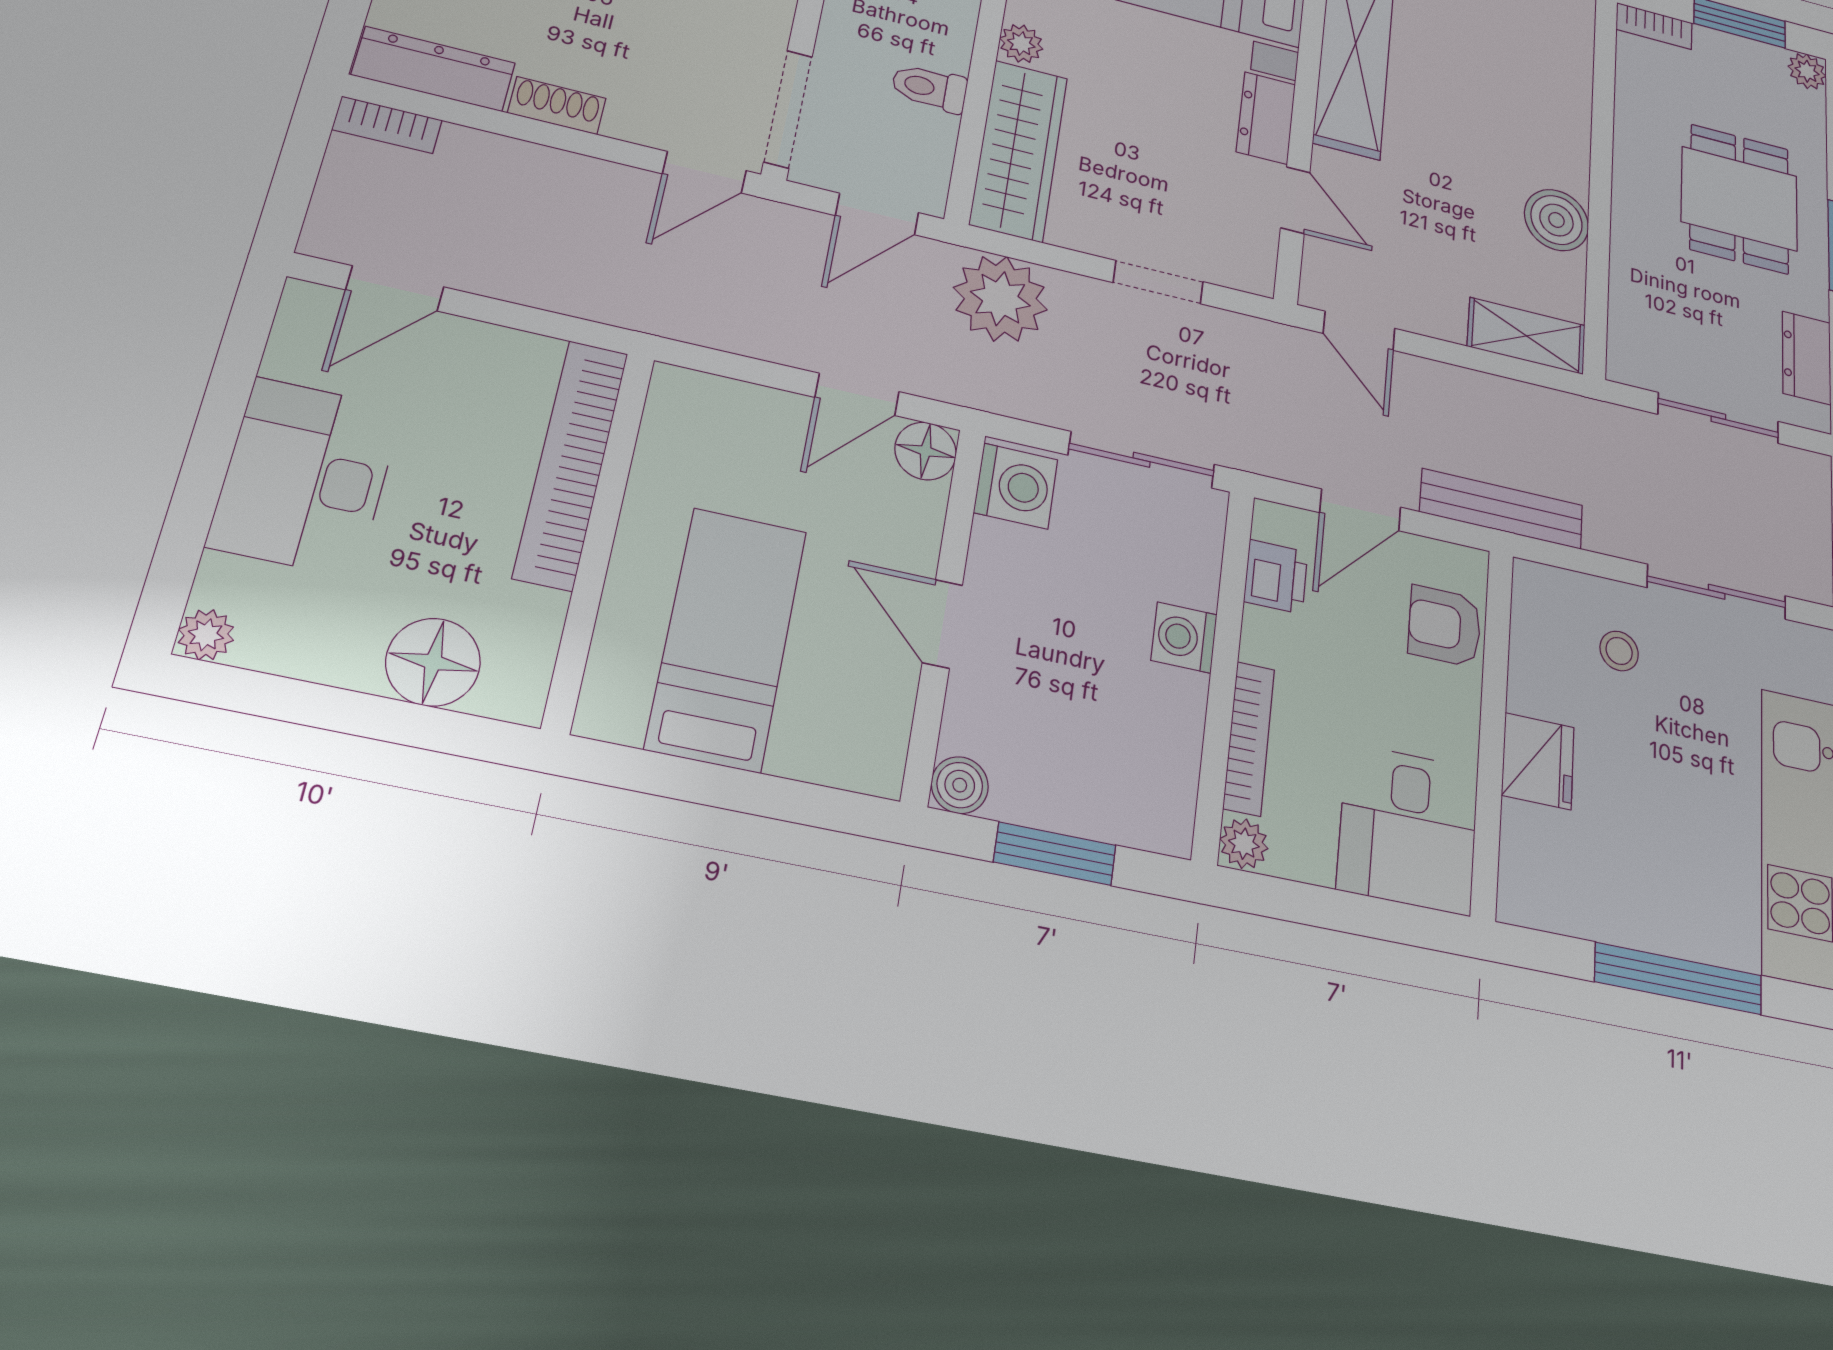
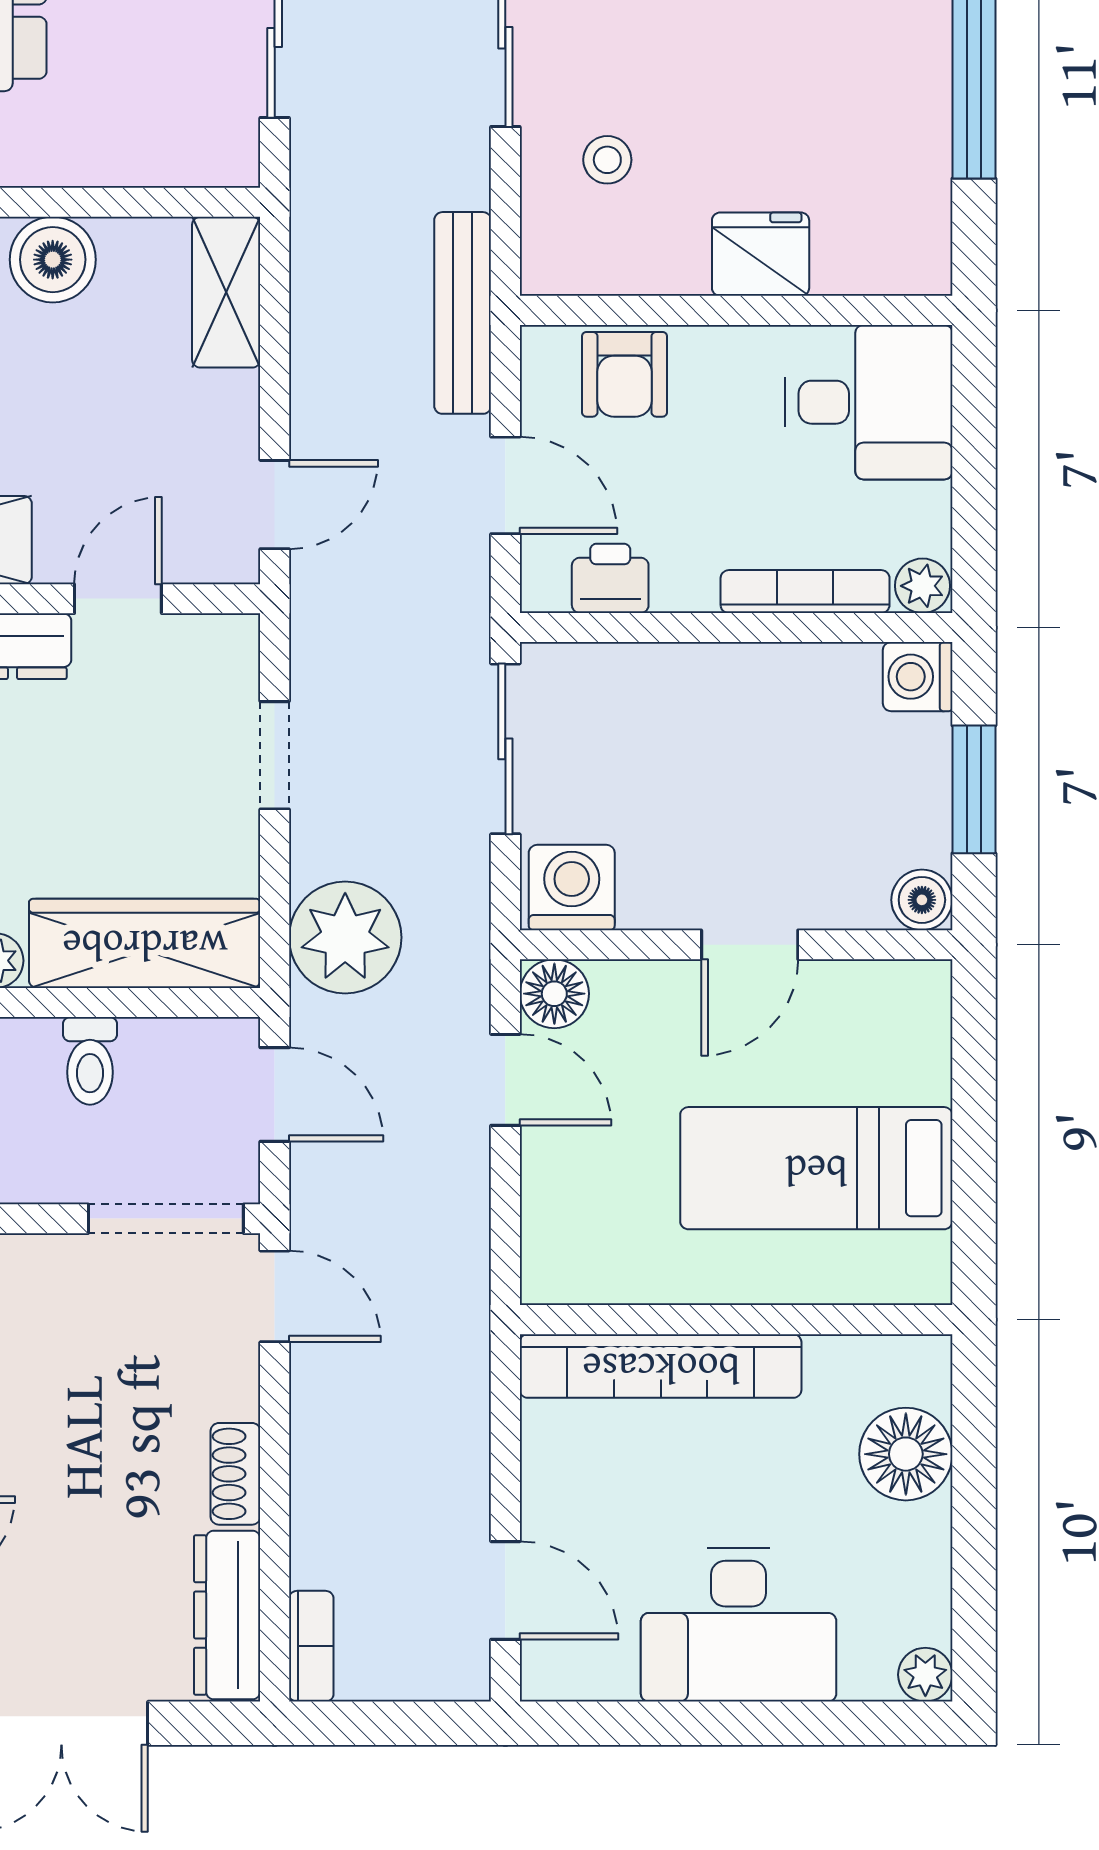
washing machine: (1184, 637) -> (918, 677), moved, turned 90

